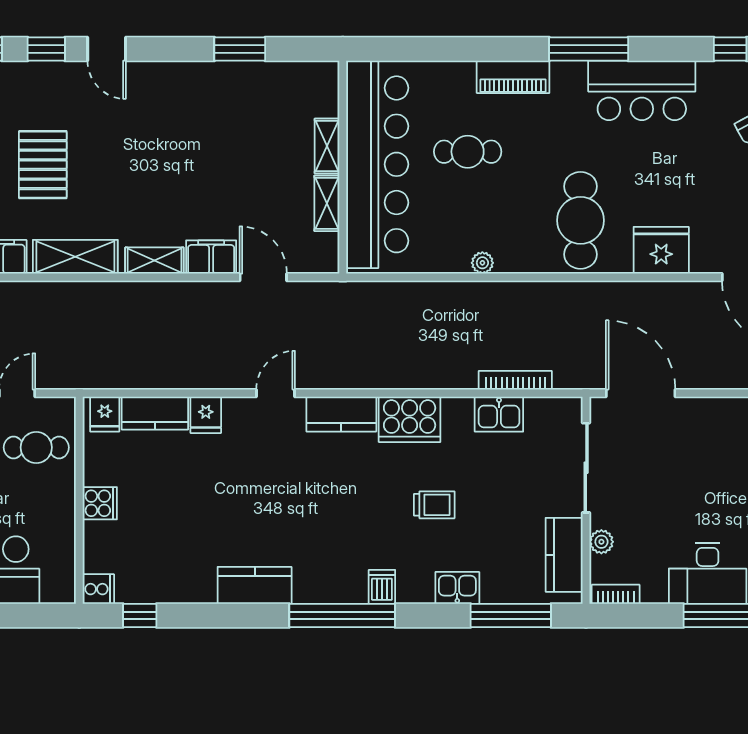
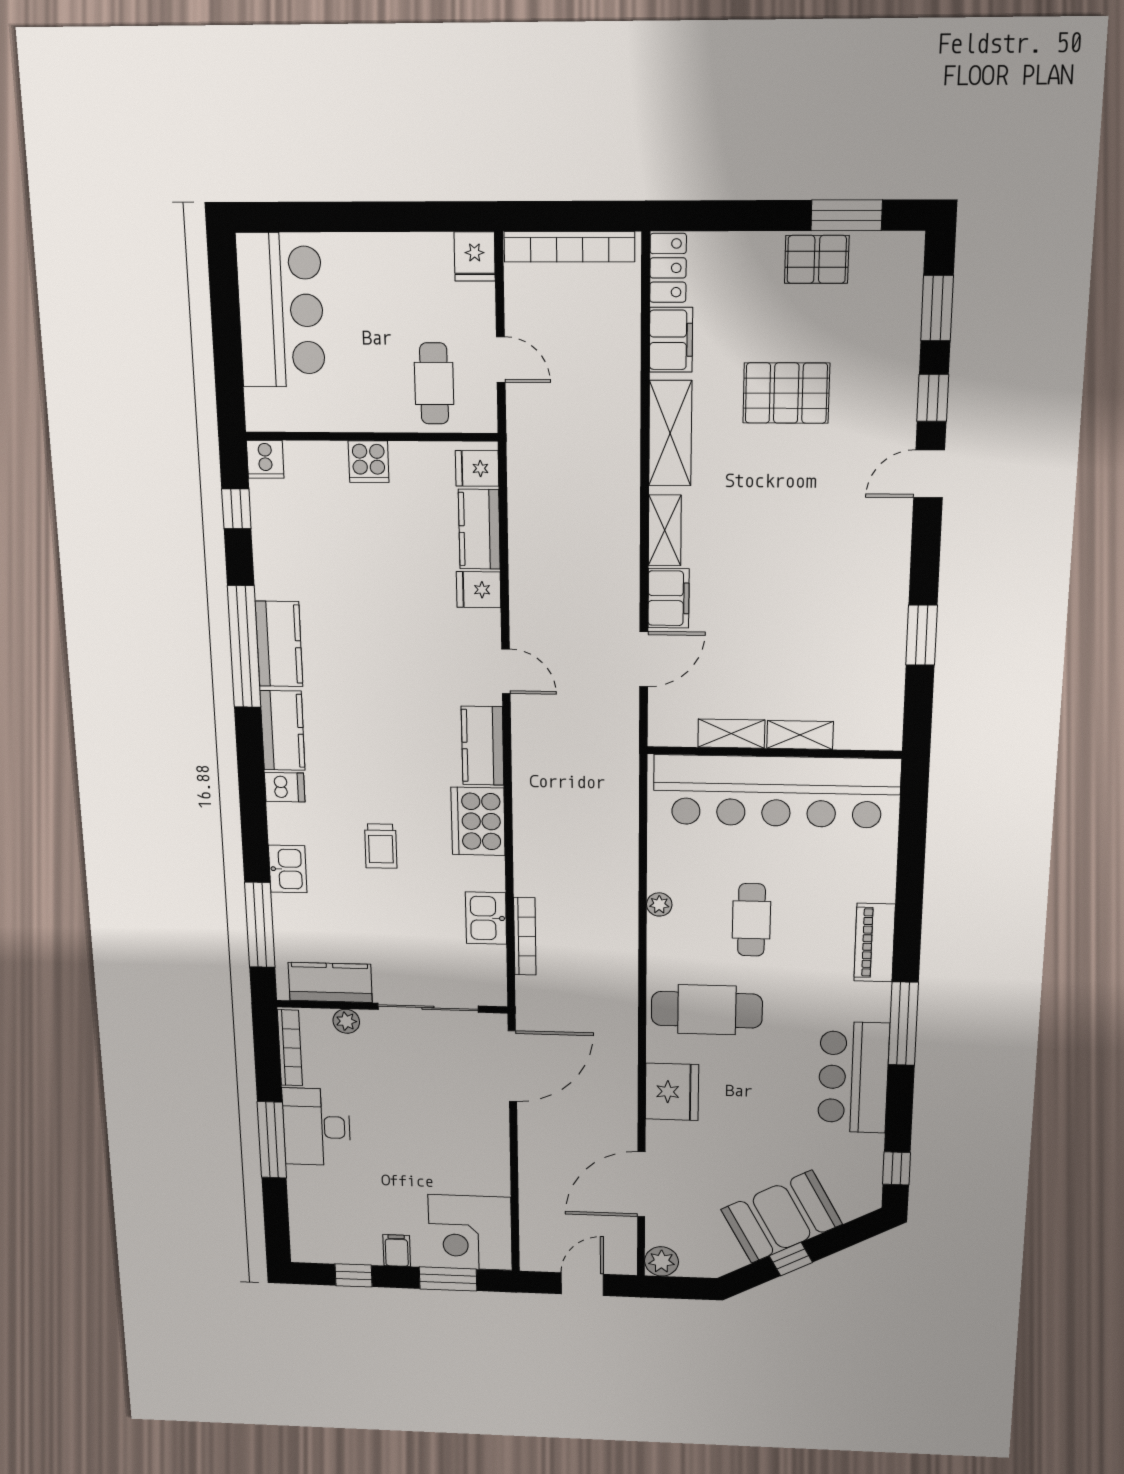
cafe table: (468, 152) -> (751, 920), moved
kitchen counter: (331, 586) -> (283, 731), added
bookcase: (616, 594) -> (290, 1048), width x1.56
window: (342, 615) -> (244, 647), moved

